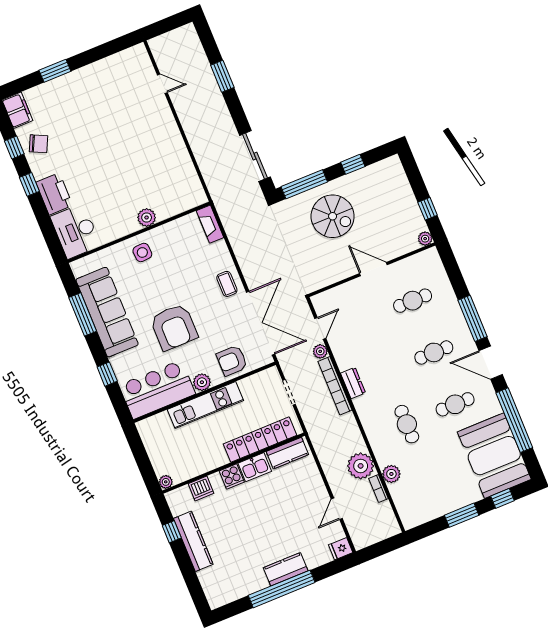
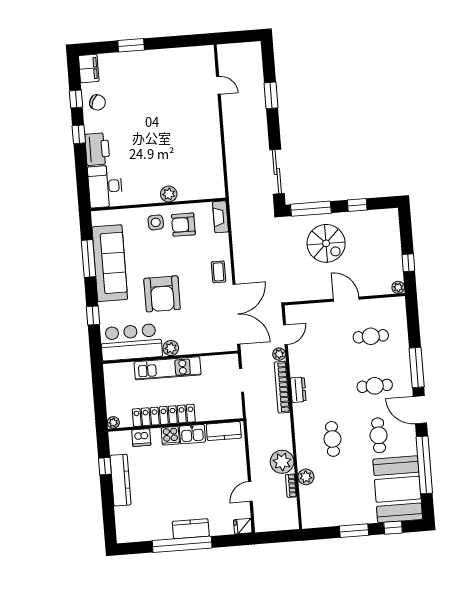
armchair: (232, 361) -> (183, 225), moved
cafe table: (455, 404) -> (379, 435), turned 90
locker: (260, 440) -> (164, 415), moved

